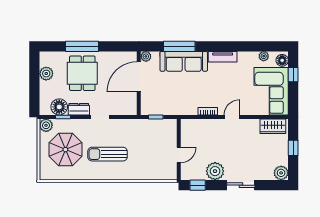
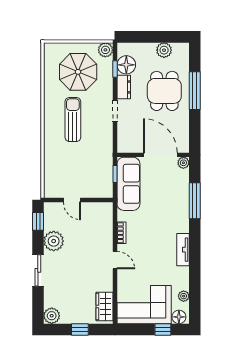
sofa: (184, 61) -> (128, 184), moved, turned 180
dining table: (82, 73) -> (164, 91), turned 90

